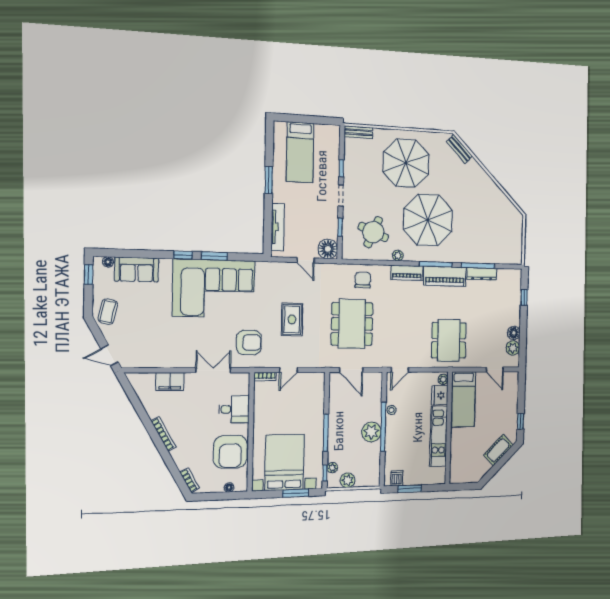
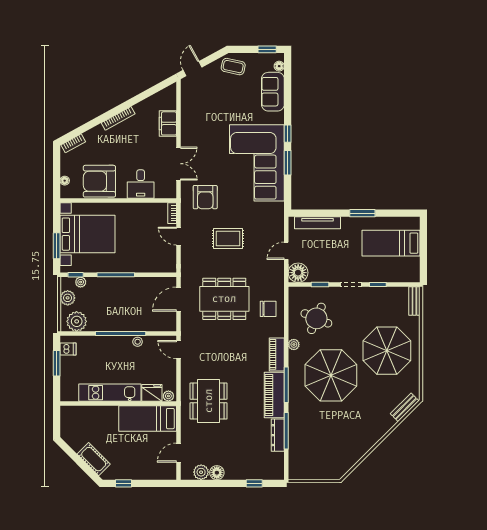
dining table: (449, 340) -> (209, 401), turned 90
plant: (371, 432) -> (77, 321), moved

